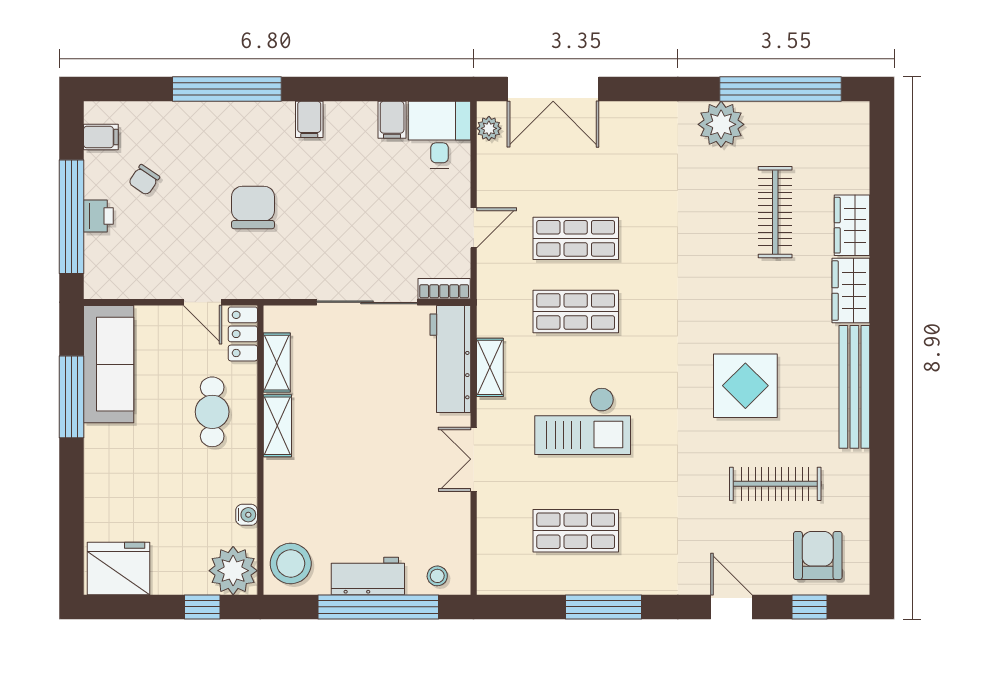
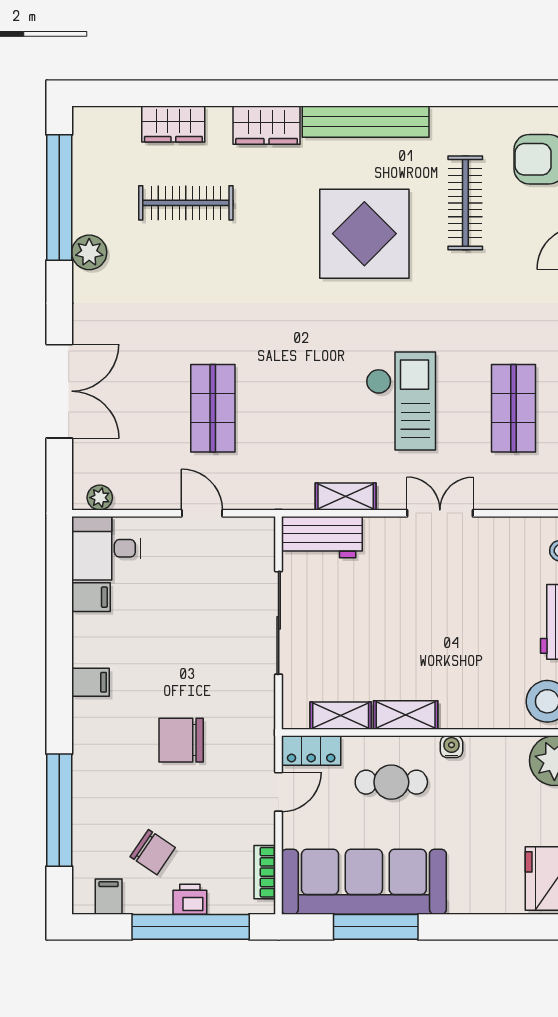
window: (227, 89) -> (59, 810), moved
double door: (553, 89) -> (59, 391), moved
plant: (721, 124) -> (89, 252), width x0.73, depth x0.73
chair: (144, 180) -> (153, 852), width x1.37, depth x1.37
wardrobe: (852, 225) -> (173, 124), moved
bookcase: (444, 289) -> (265, 872), moved
shop shelf: (576, 311) -> (288, 408), removed
workbench: (450, 359) -> (322, 537), width x0.73
sofa: (109, 364) -> (364, 882), width x1.36, depth x1.27
display table: (745, 386) -> (364, 234), width x1.36, depth x1.36
double door: (474, 459) -> (440, 513), swing flipped
water cooler: (247, 515) -> (451, 747), moved

